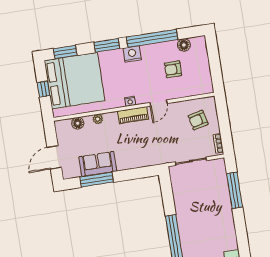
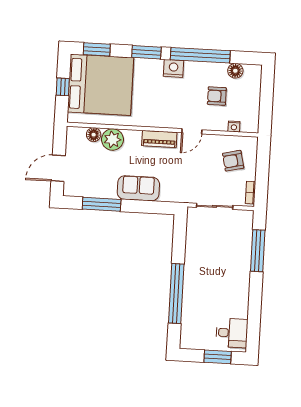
nightstand: (130, 101) -> (234, 126), moved
plant: (98, 119) -> (113, 139), width x1.87, depth x1.87
sofa: (98, 164) -> (138, 188), moved

